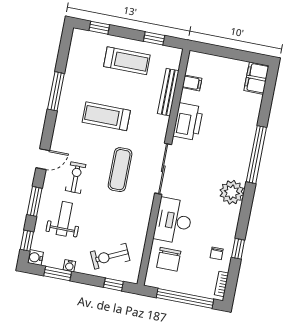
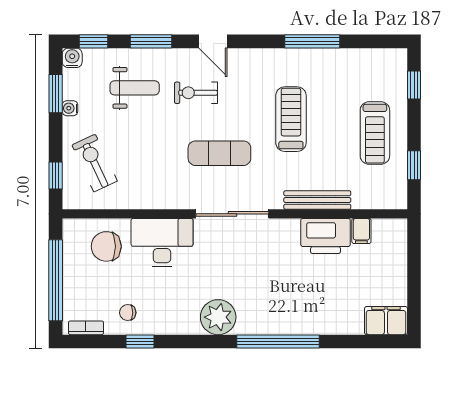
bench: (168, 92) -> (317, 200), moved
printer: (188, 122) -> (326, 236), moved
exercise bike: (76, 178) -> (196, 93), turned 180

